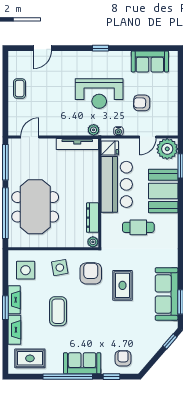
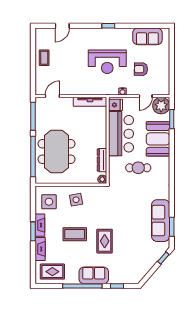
plant: (94, 130) -> (103, 91), removed
armchair: (91, 273) -> (101, 204), removed
rug: (122, 285) -> (105, 241), moved
coffee table: (58, 311) -> (75, 234), turned 90
armchair: (123, 358) -> (126, 272), removed

